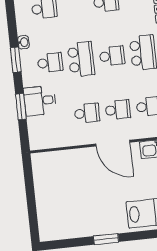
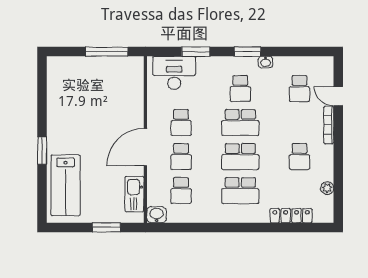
school desk: (112, 56) -> (240, 157), width x1.85
desk: (40, 101) -> (174, 73), moved, width x1.37
window: (30, 188) -> (107, 52), added
window: (106, 239) -> (42, 151), moved

